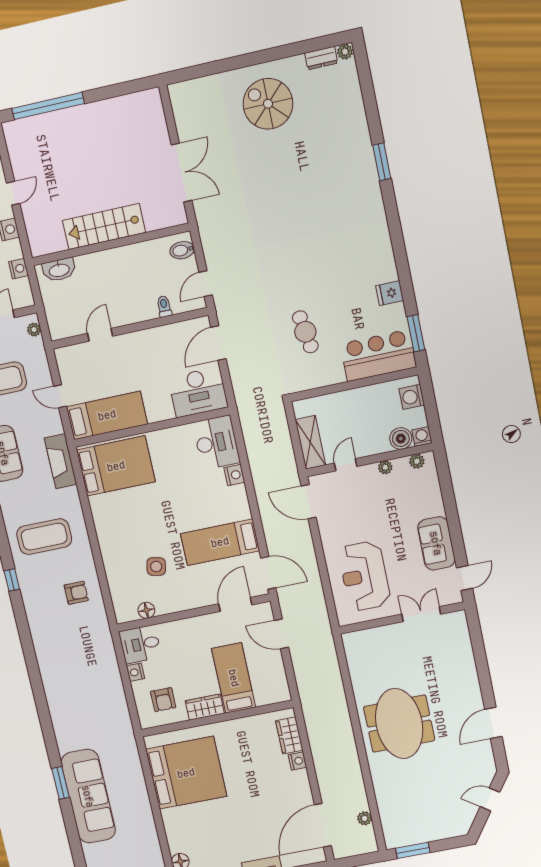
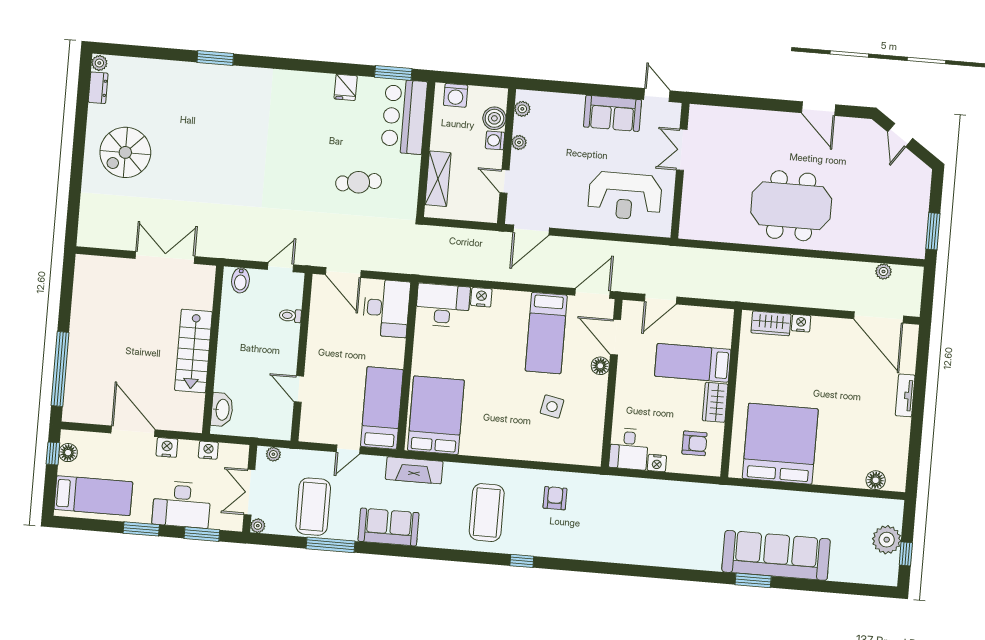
door: (13, 193) -> (133, 431), width x1.87
door: (206, 284) -> (281, 267), swing flipped
washing machine: (422, 436) -> (495, 140), moved
shelving: (310, 442) -> (438, 179), moved, turned 90
floor lamp: (146, 610) -> (600, 366), moved

